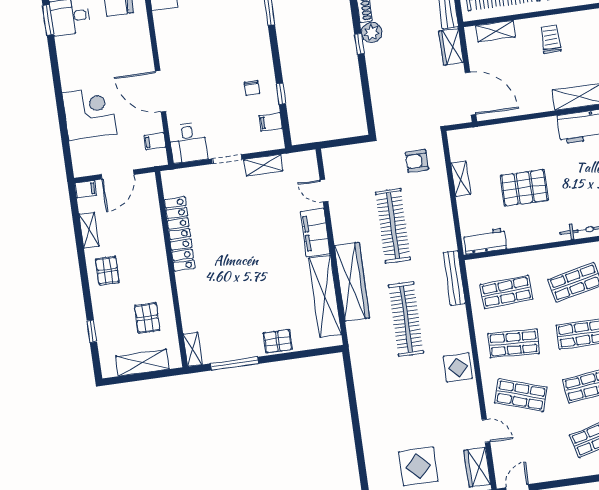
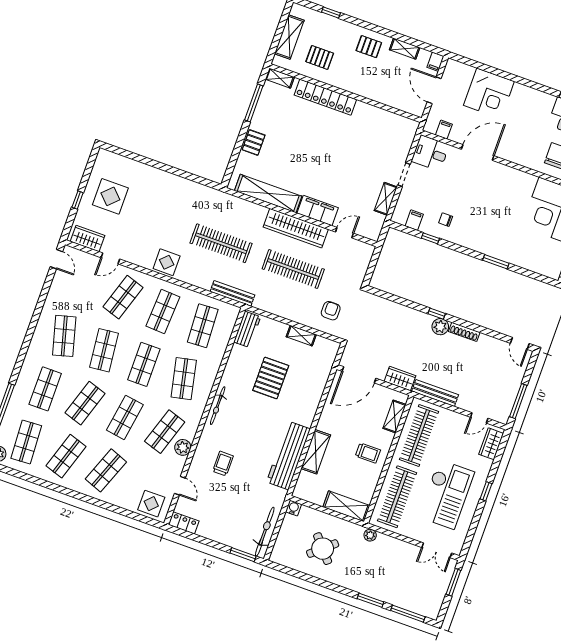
locker: (180, 234) -> (325, 97), moved
wardrobe: (352, 282) -> (296, 228), moved

